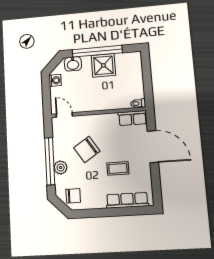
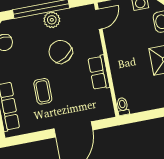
row of seats: (132, 118) -> (99, 73), moved
plant: (61, 168) -> (52, 20), moved

